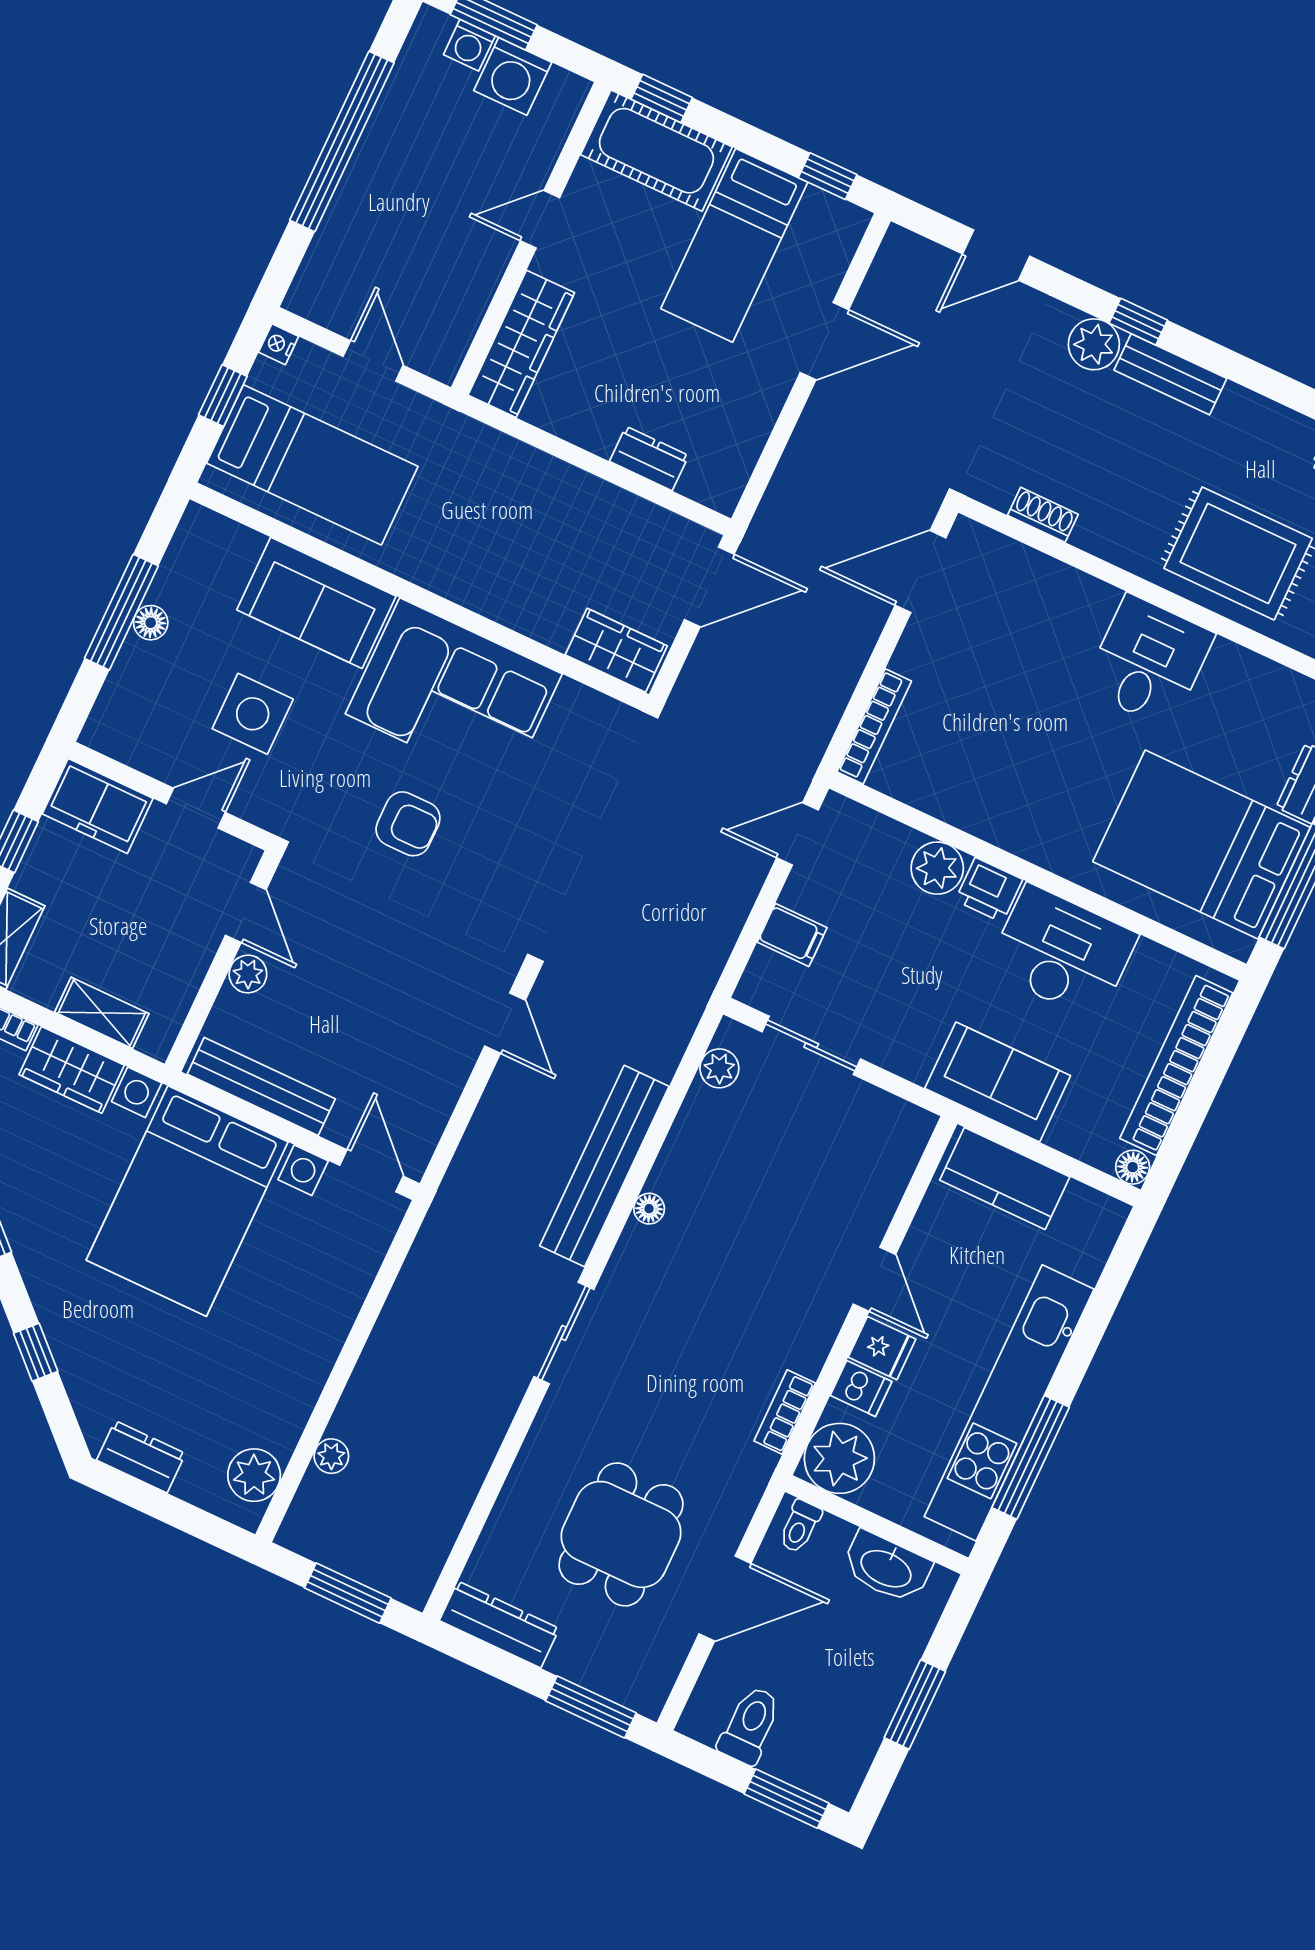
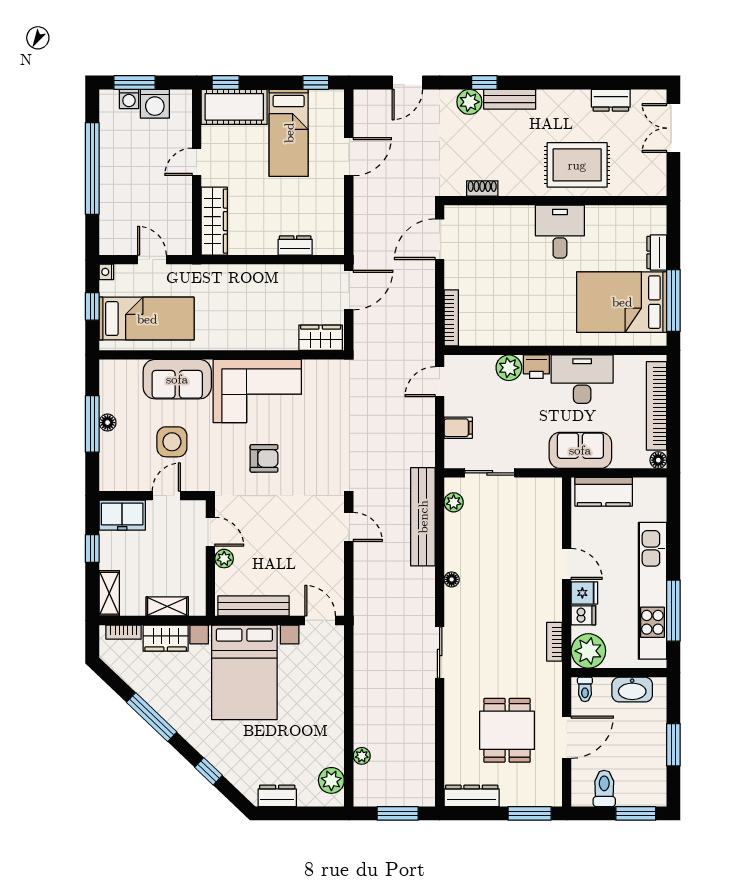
bench: (604, 1166) -> (423, 517), moved

